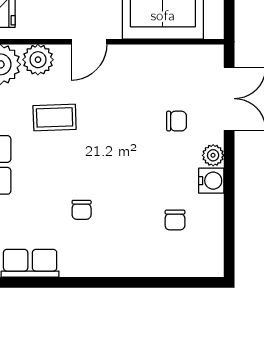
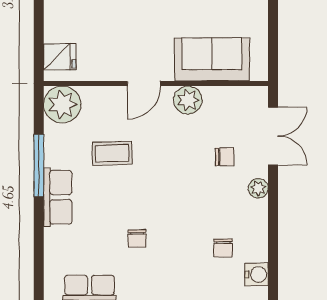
plant: (38, 60) -> (188, 100), moved
water cooler: (211, 181) -> (257, 274), moved

